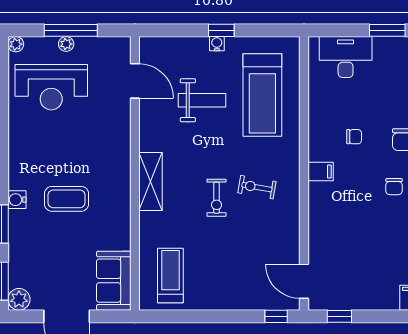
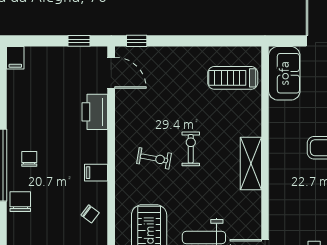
chair: (354, 137) -> (90, 214), moved, turned -143
printer: (322, 238) -> (95, 112), added
treadmill: (170, 276) -> (233, 78), turned 90

